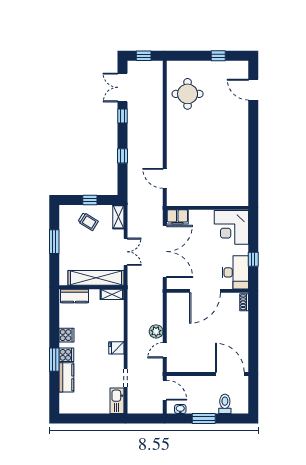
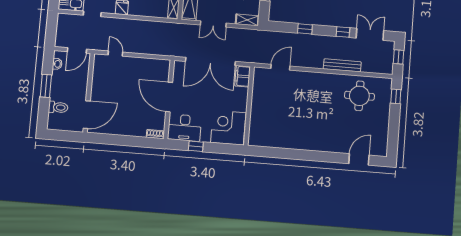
window: (218, 56) -> (396, 96), moved
bench: (157, 114) -> (342, 65), added
plant: (156, 331) -> (134, 47), removed

